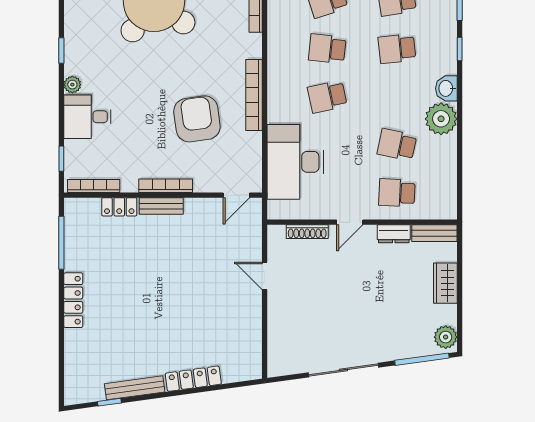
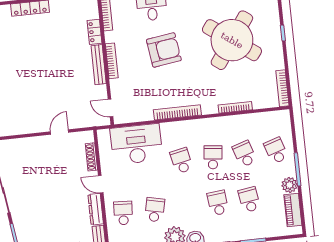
armchair: (197, 119) -> (164, 50), moved
bench: (161, 206) -> (99, 65), width x1.36
dresser: (394, 234) -> (96, 209), width x1.44

